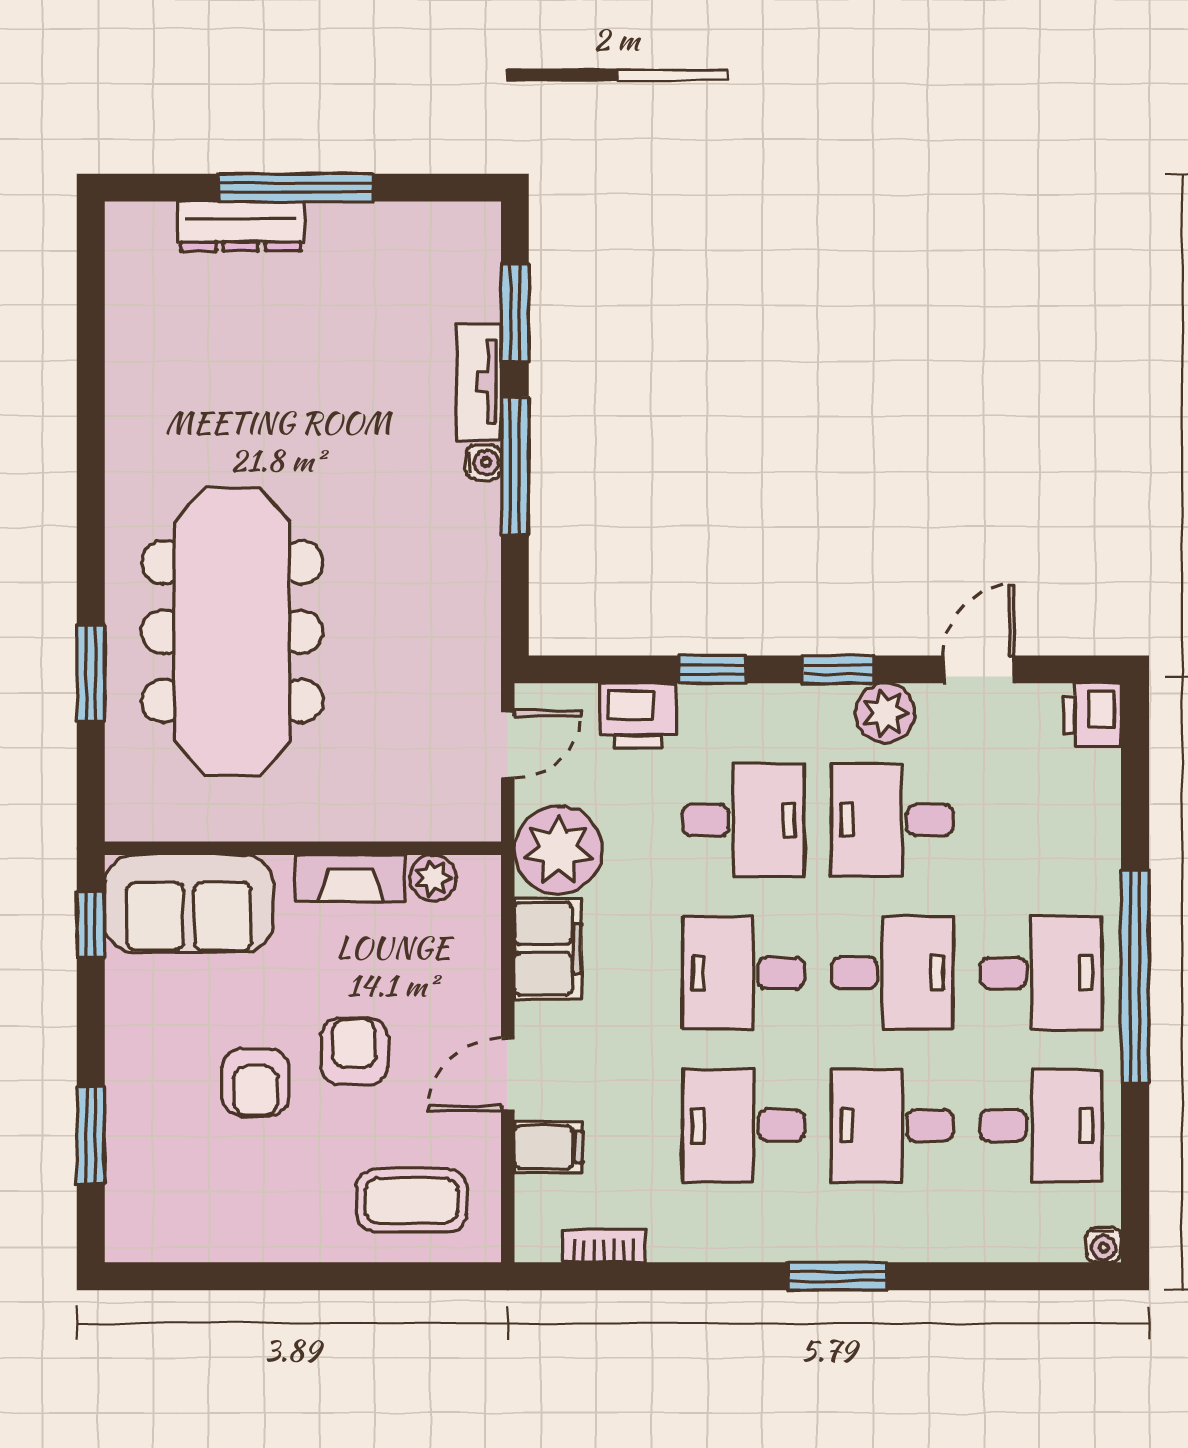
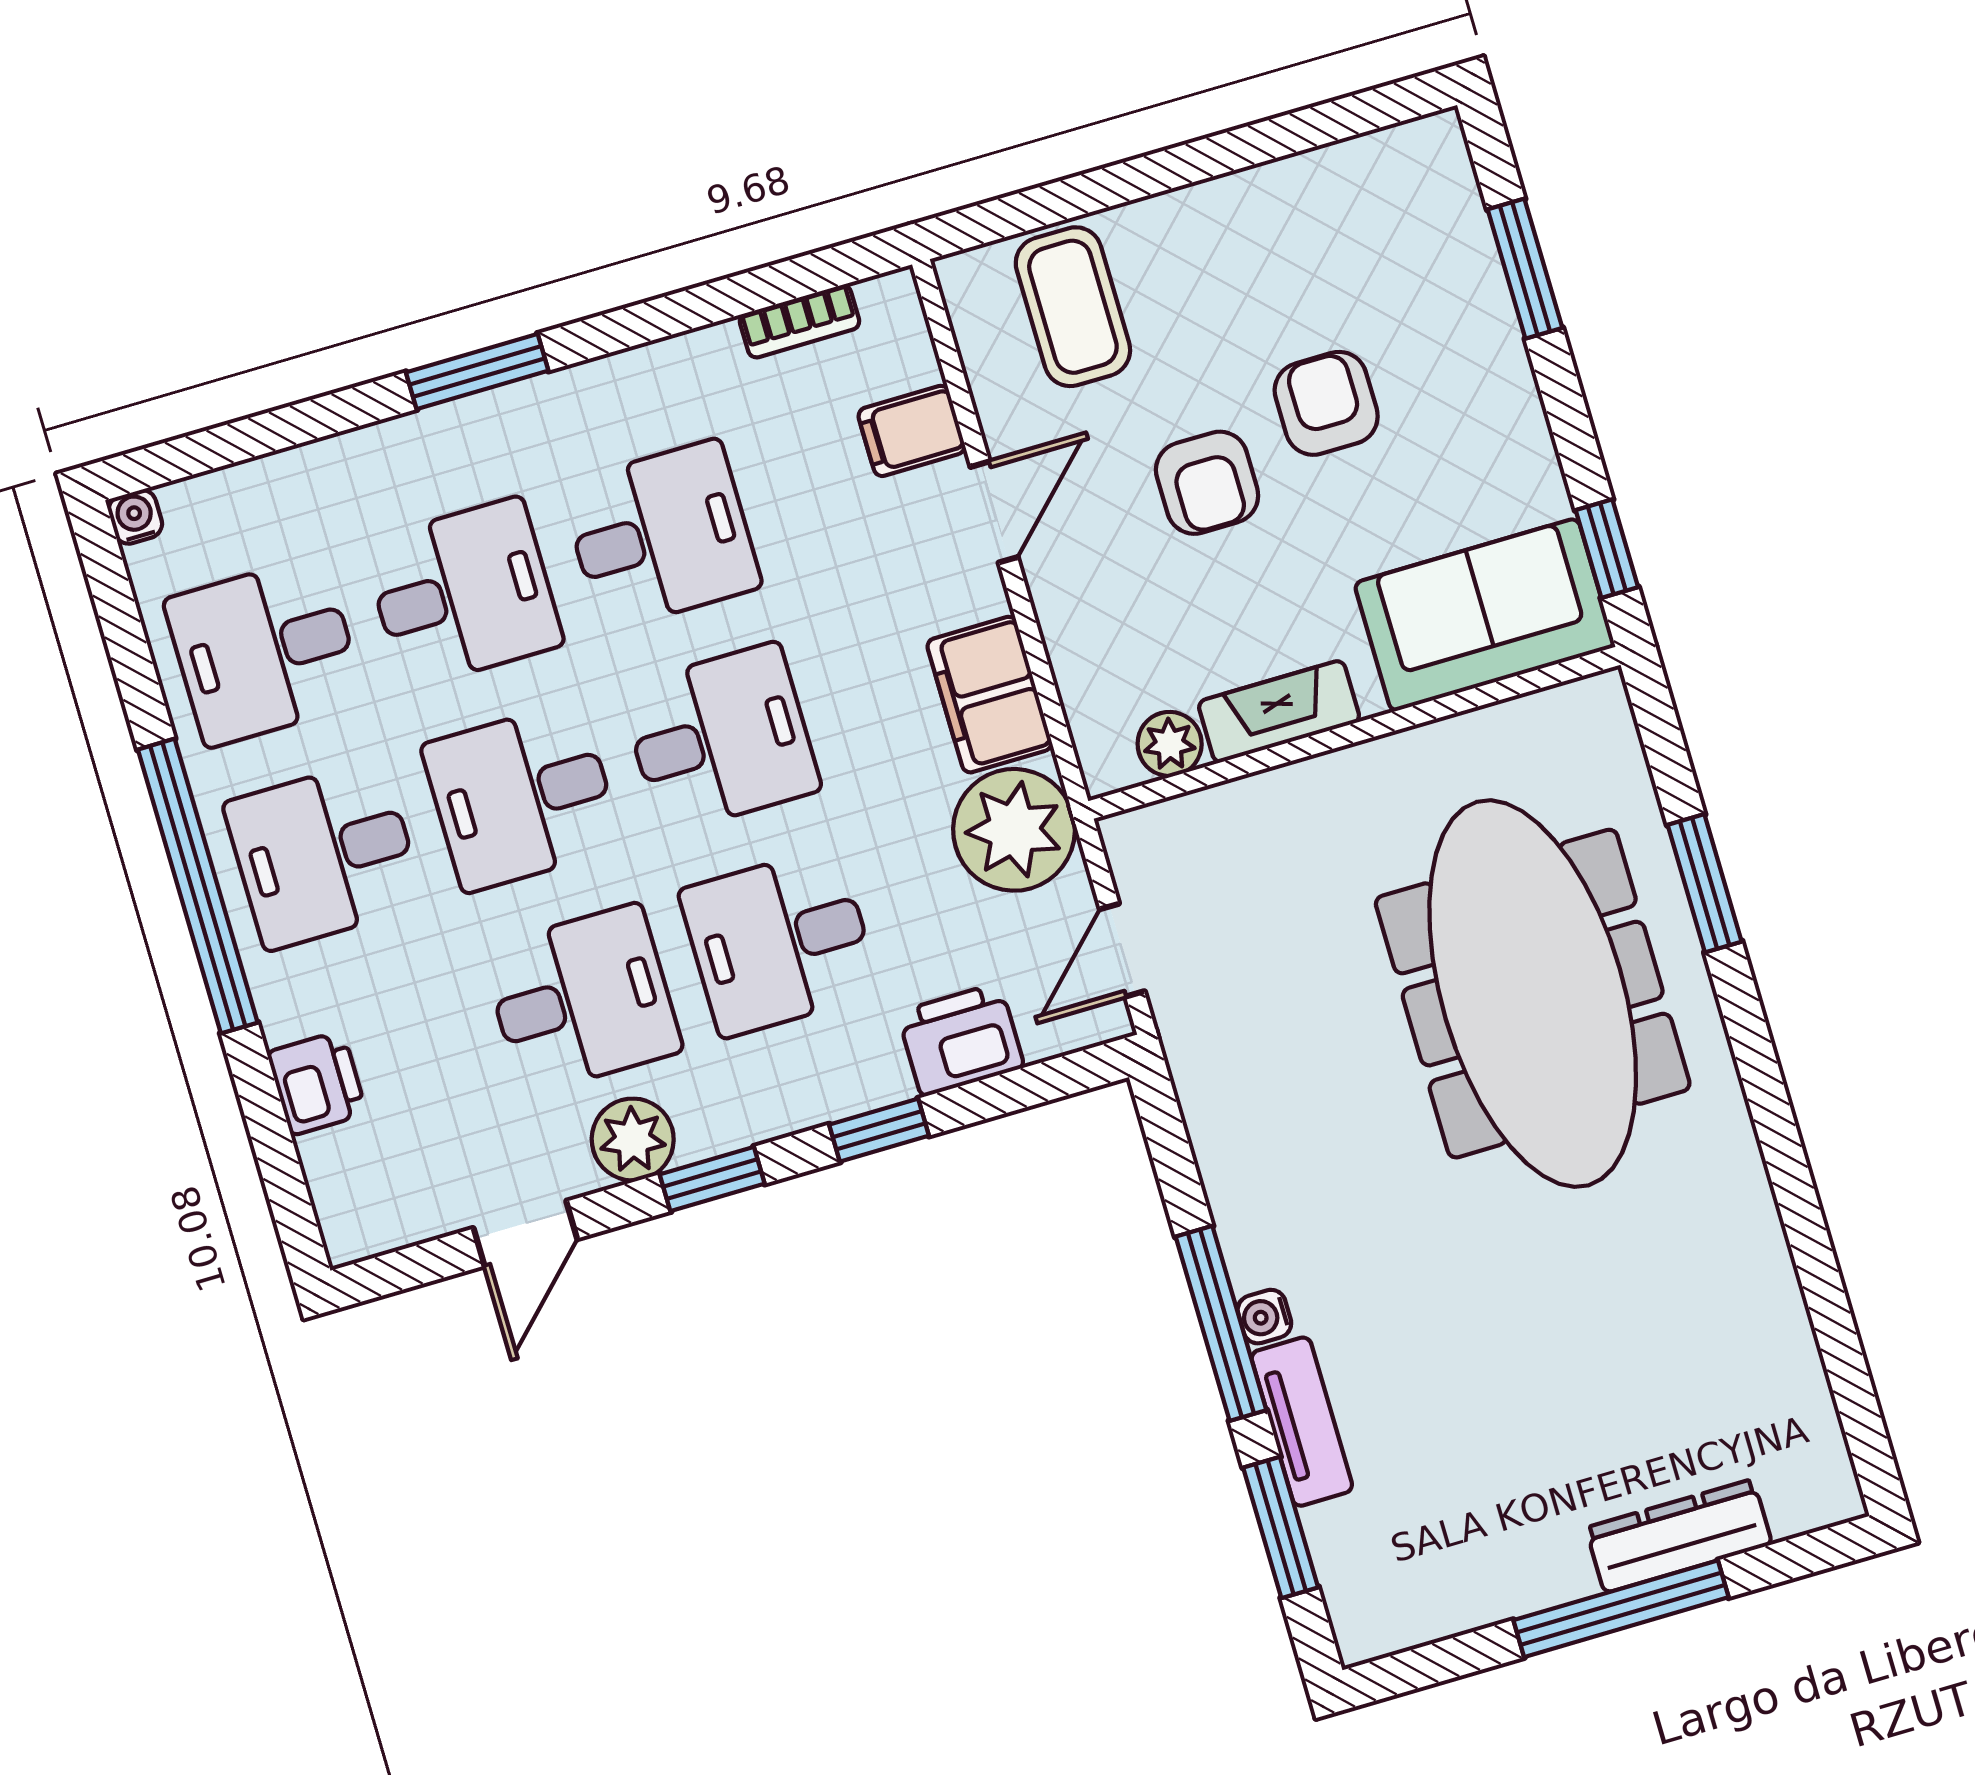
printer: (1092, 715) -> (317, 1083), moved
coffee table: (412, 1200) -> (1073, 307), turned 90

